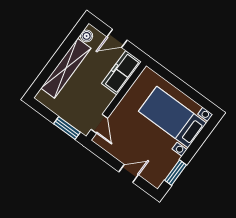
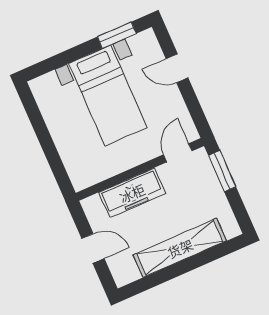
boiler: (87, 36) -> (130, 274), removed
freezer: (121, 73) -> (132, 193), moved
bed with nightstands: (173, 117) -> (108, 95), moved

